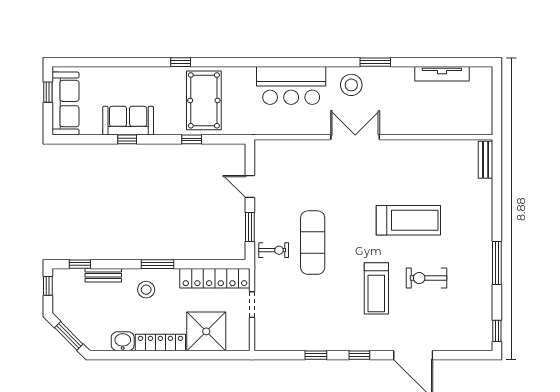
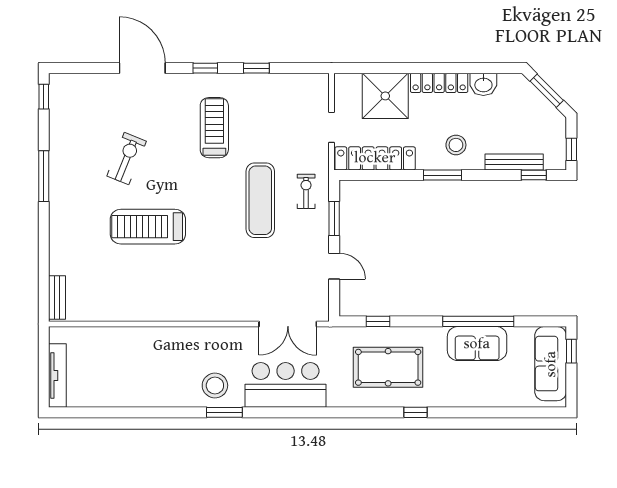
window: (375, 62) -> (224, 412), moved
tv unit: (442, 74) -> (57, 375), moved, turned 90
window: (48, 92) -> (571, 351), moved
pool table: (204, 100) -> (388, 367), turned 90
double door: (355, 137) -> (288, 324), moved
window: (127, 139) -> (478, 321), width x3.17
window: (192, 139) -> (378, 321), moved
exercise bike: (274, 250) -> (306, 191), turned 90
bench: (103, 275) -> (514, 162), width x1.36
exercise bike: (426, 278) -> (127, 159), turned -68
treadmill: (376, 288) -> (214, 128), moved

